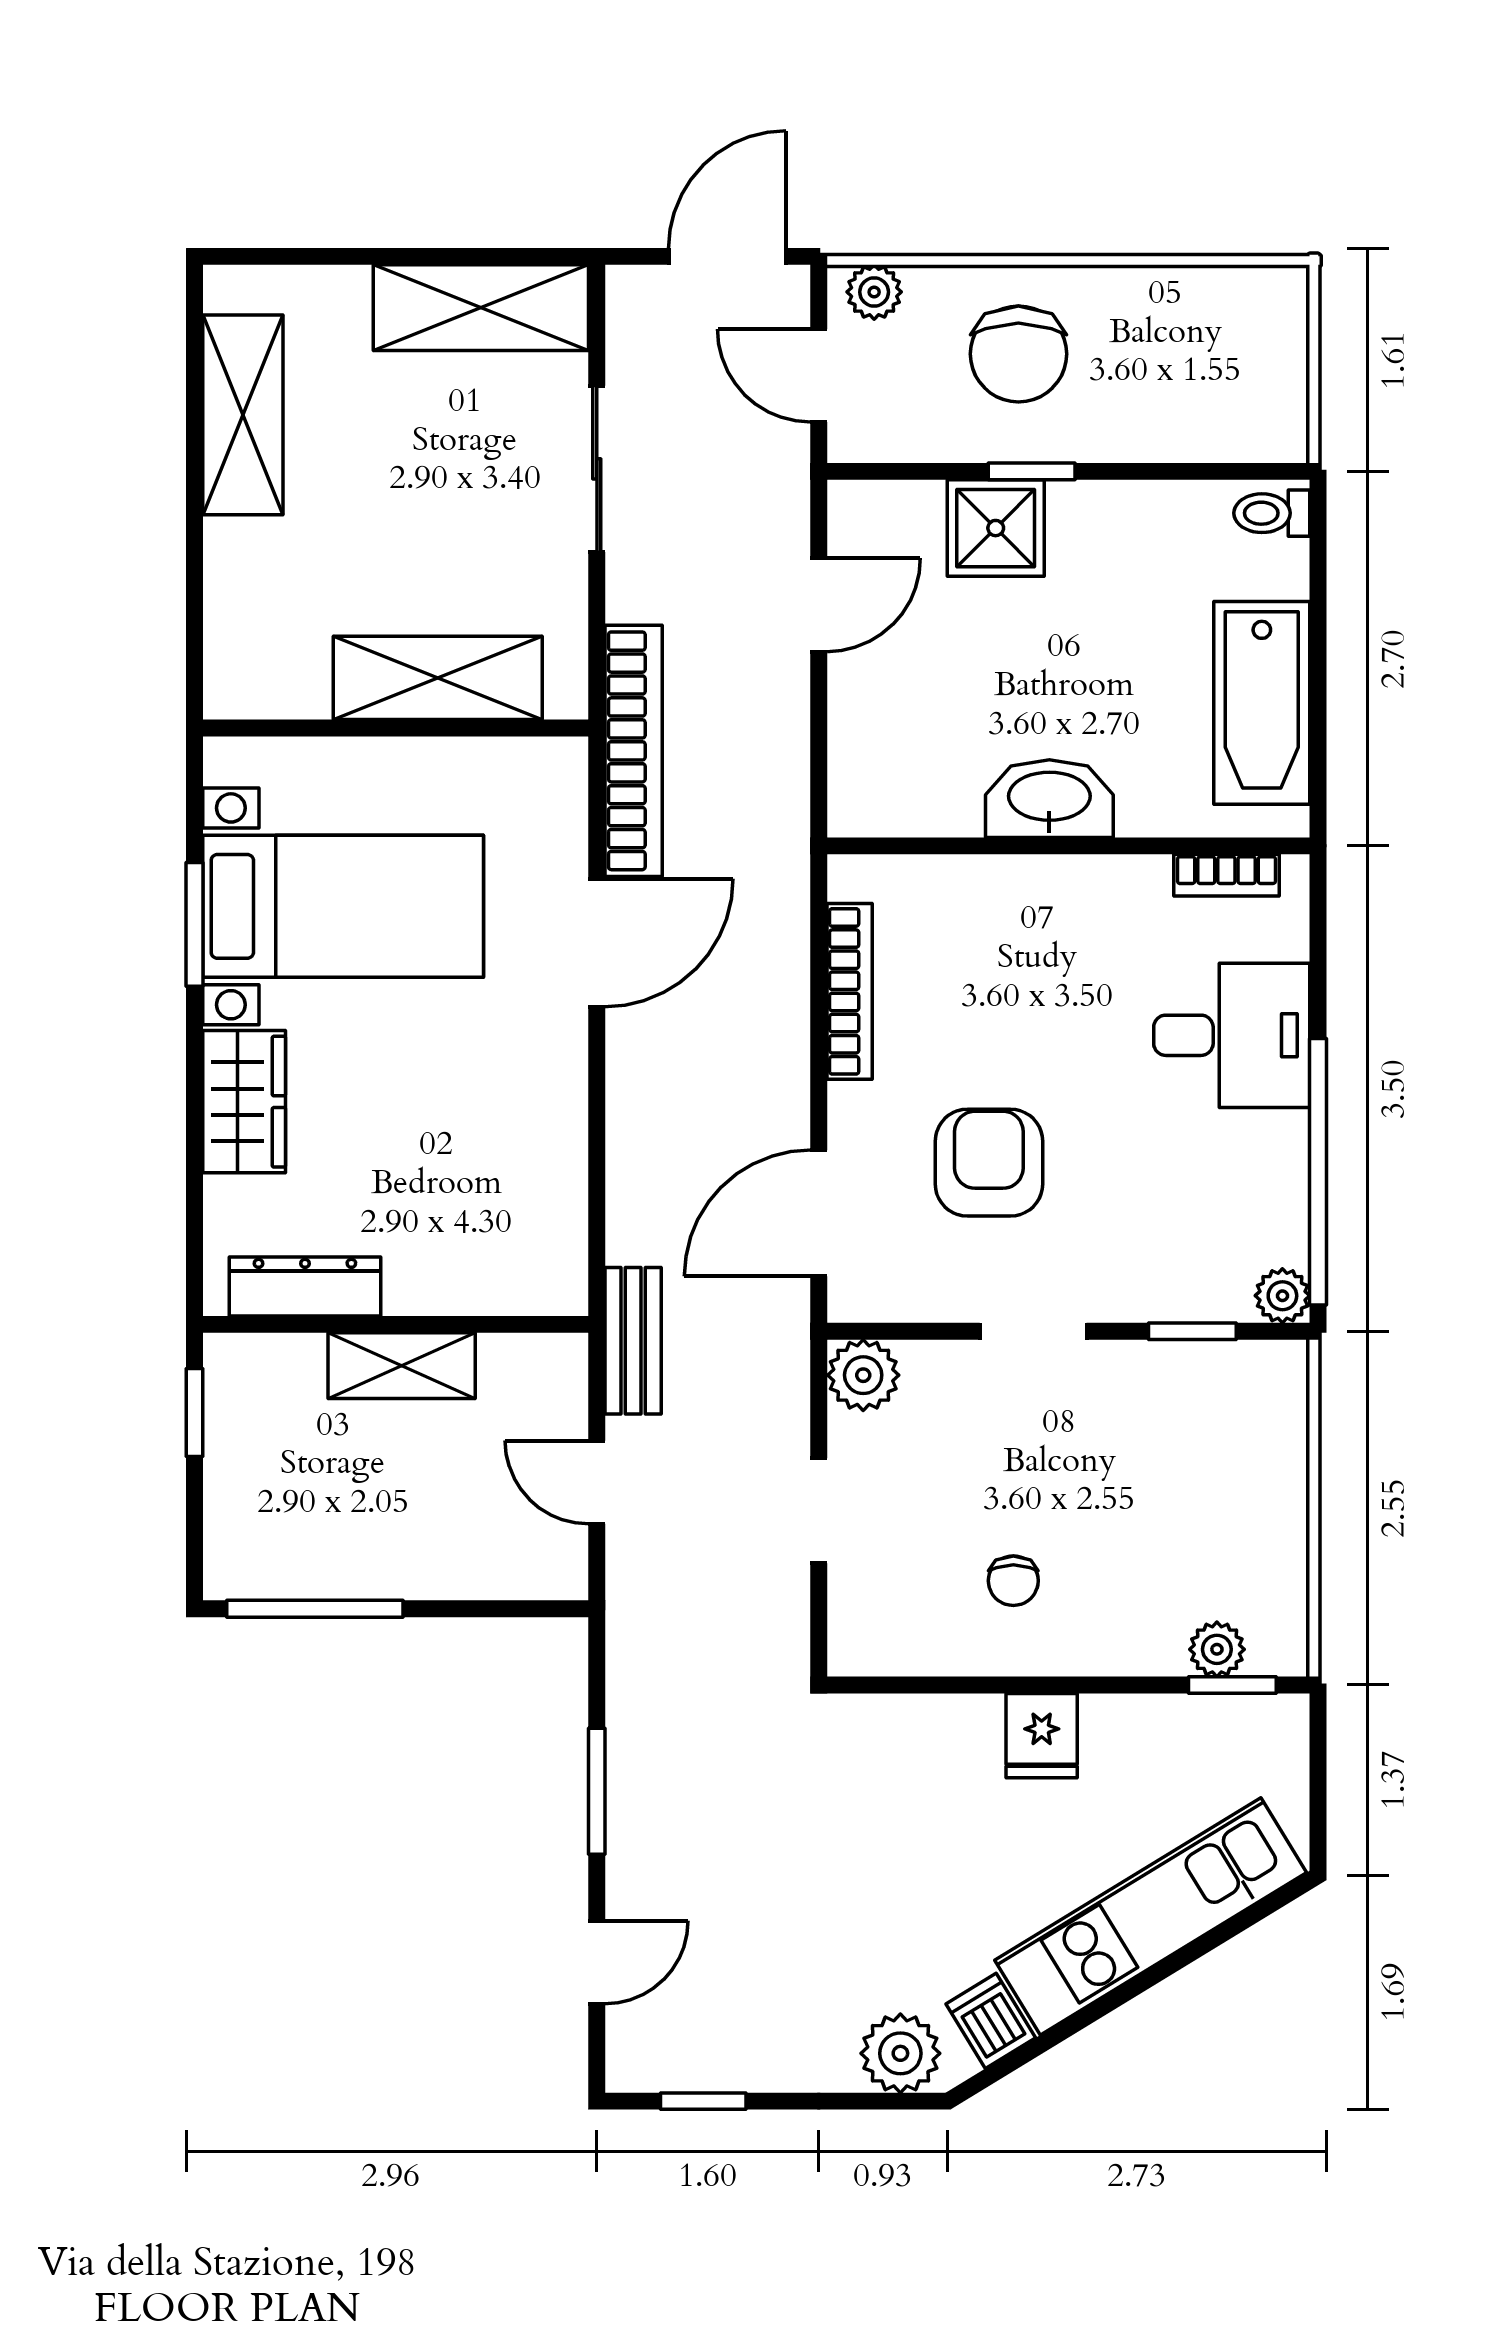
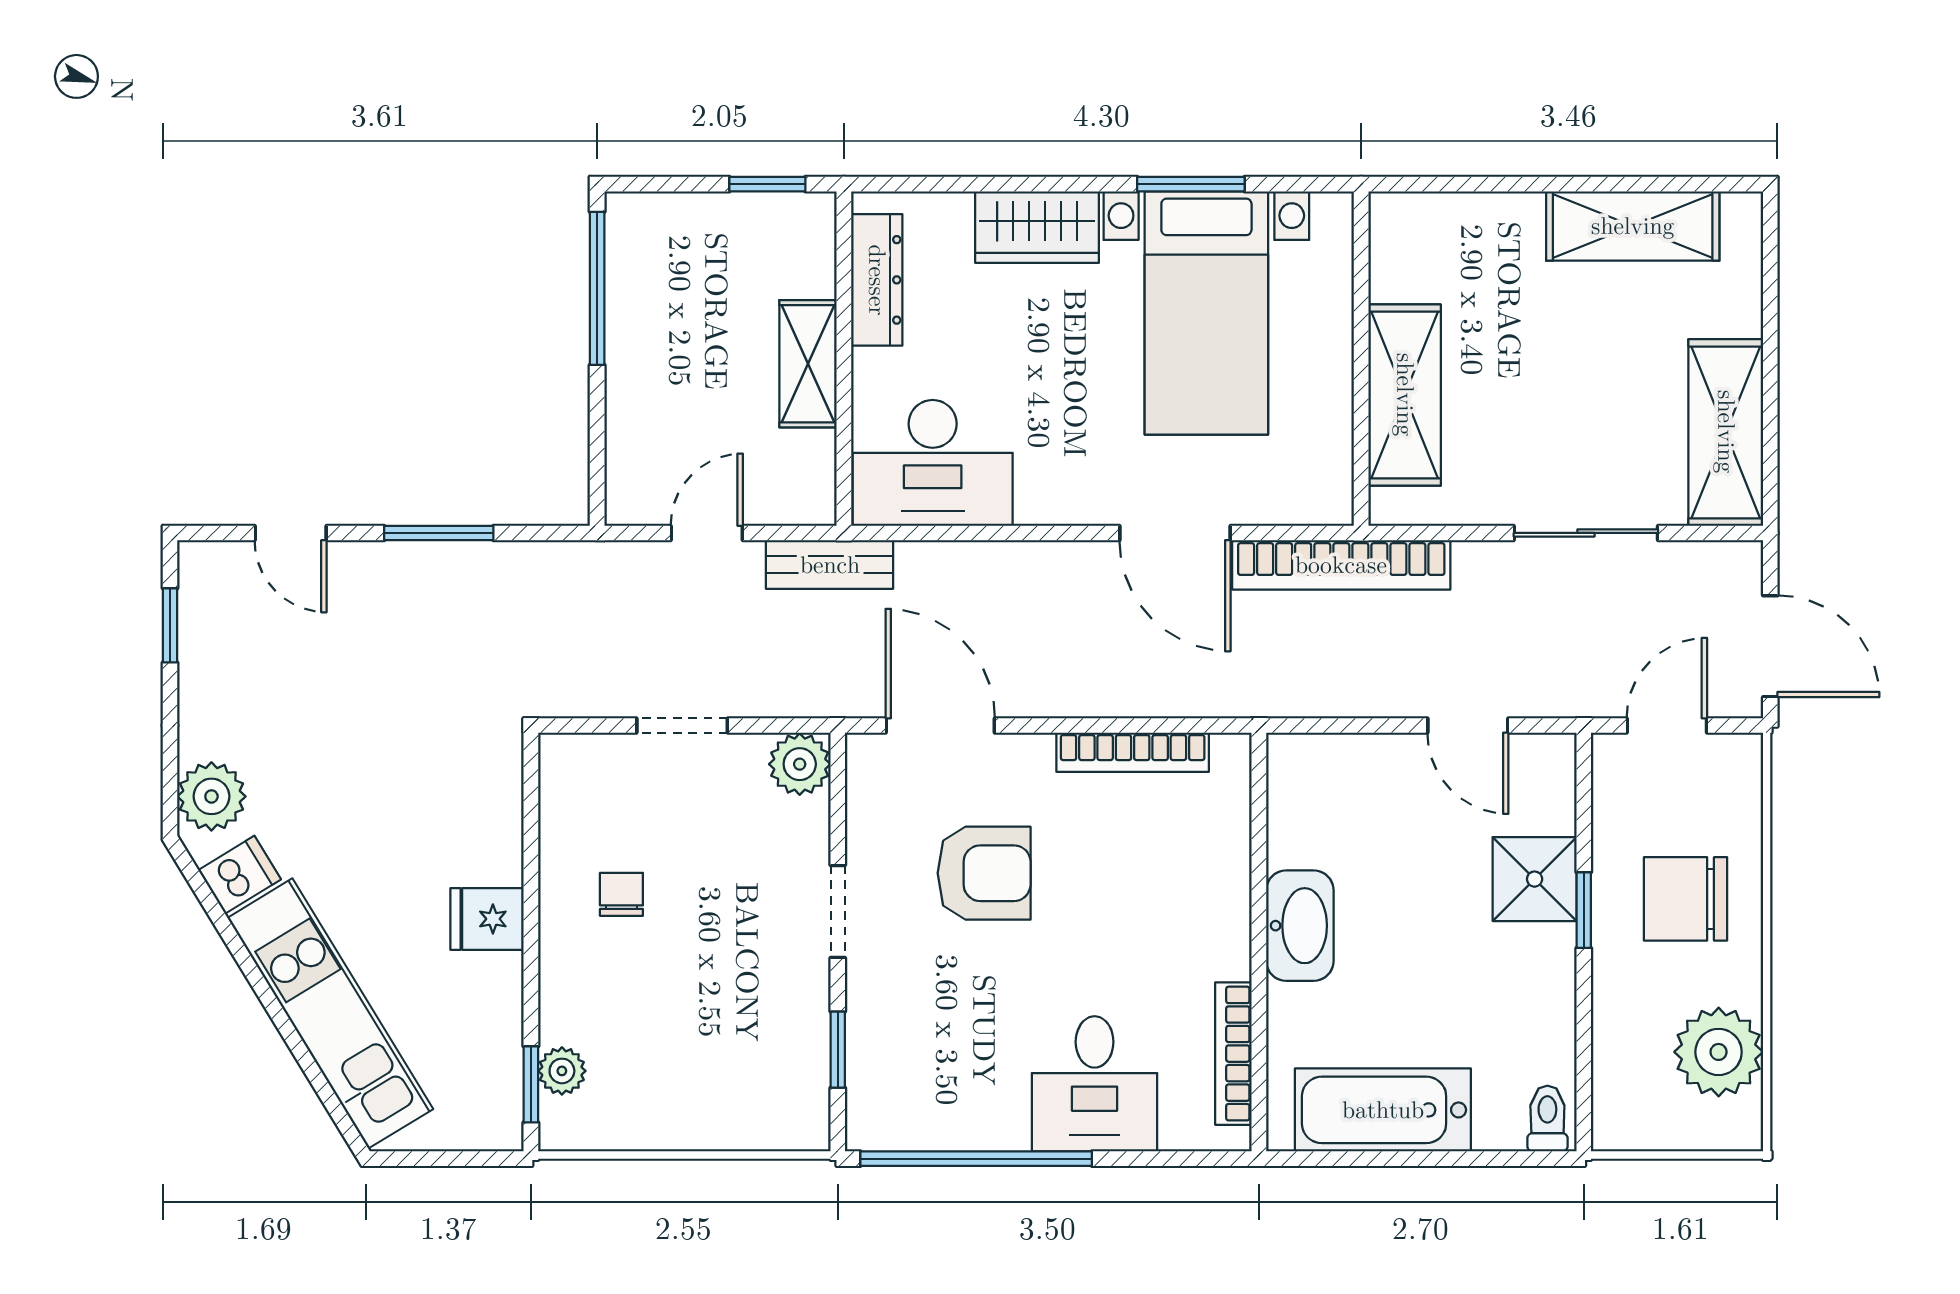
plant: (874, 292) -> (1719, 1052), moved, width x1.88, depth x1.88
bookcase: (1226, 875) -> (1233, 1054), width x1.56
desk: (516, 1222) -> (933, 463), added
plant: (1282, 1296) -> (869, 1128), removed
chair: (1013, 1581) -> (621, 894), turned 90

